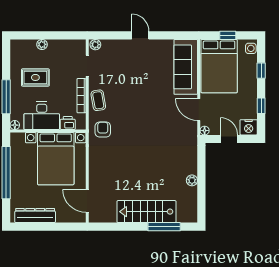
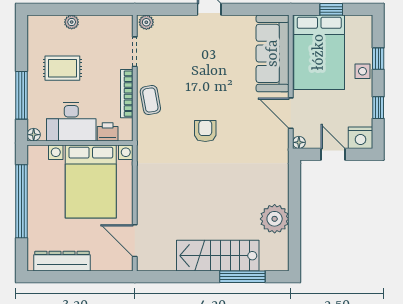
side table: (251, 48) -> (363, 71), moved
armchair: (103, 130) -> (205, 131), moved
plant: (192, 180) -> (275, 219), width x1.87, depth x1.87

